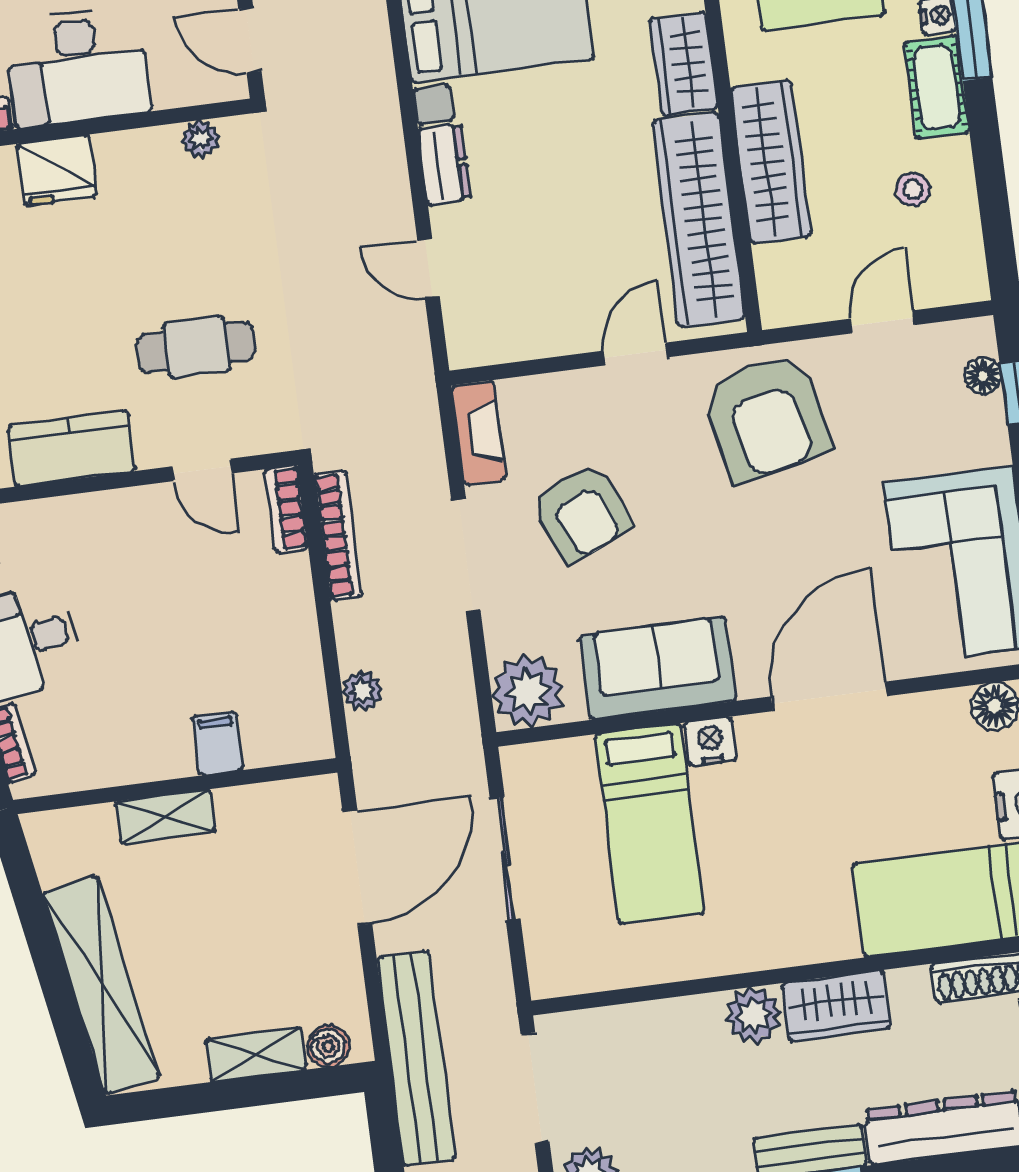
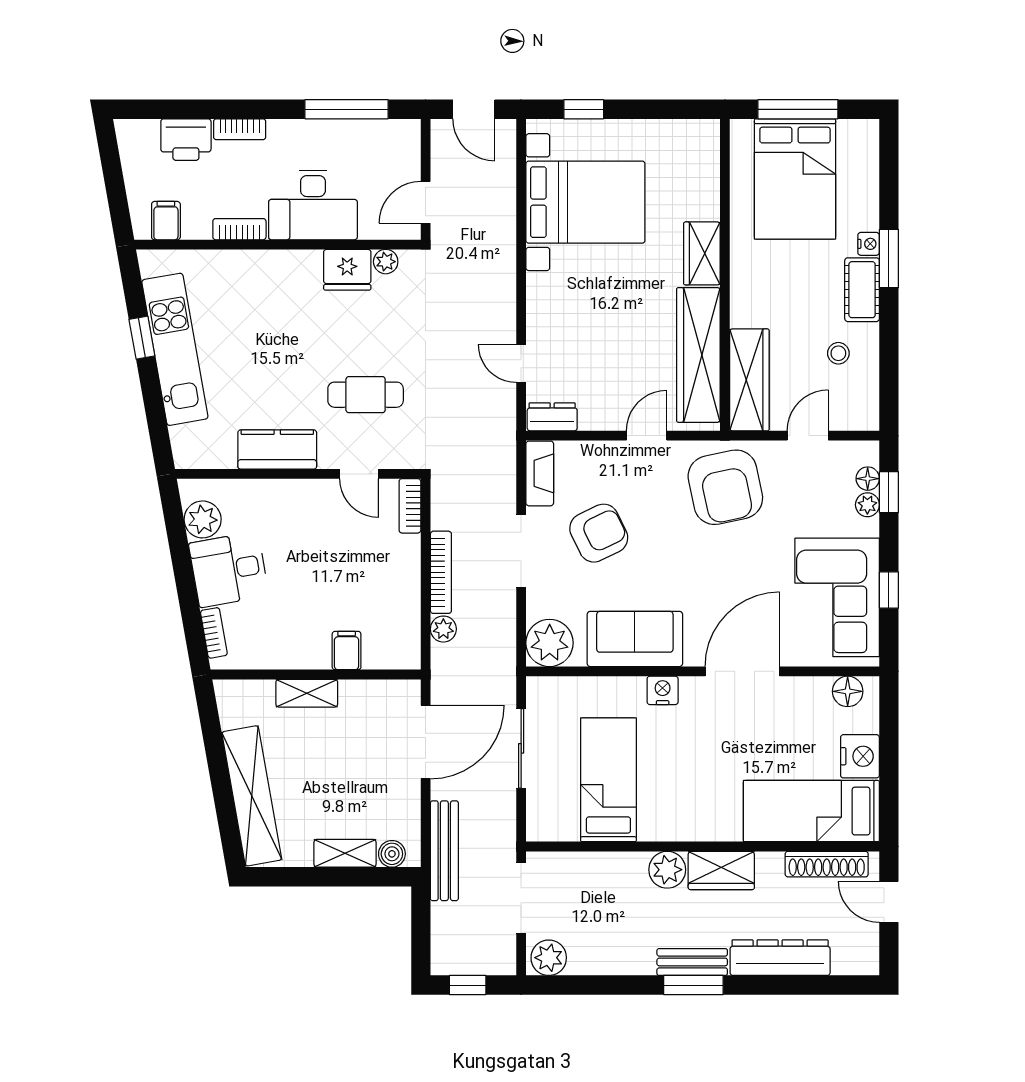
door: (250, 40) -> (426, 202), hinge flipped
wardrobe: (771, 162) -> (749, 380), moved
dresser: (444, 164) -> (552, 417), moved, turned -90
fridge: (57, 170) -> (347, 270), moved
plant: (988, 416) -> (867, 505), added
armchair: (581, 513) -> (599, 533), turned -92
bookcase: (338, 535) -> (441, 572), moved
bed: (650, 824) -> (608, 780), moved, turned 180
bench: (416, 1058) -> (444, 851), width x0.73, depth x0.82

